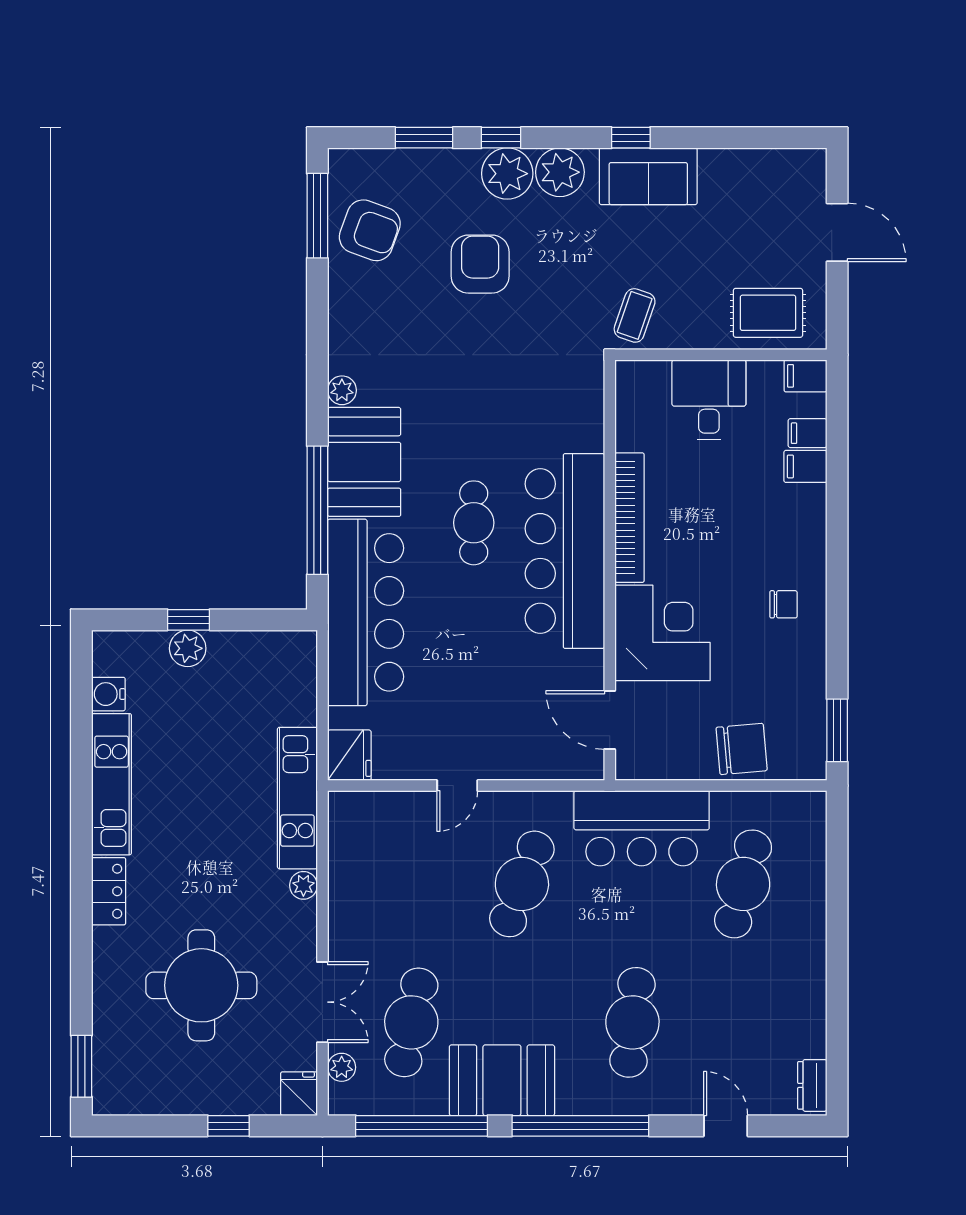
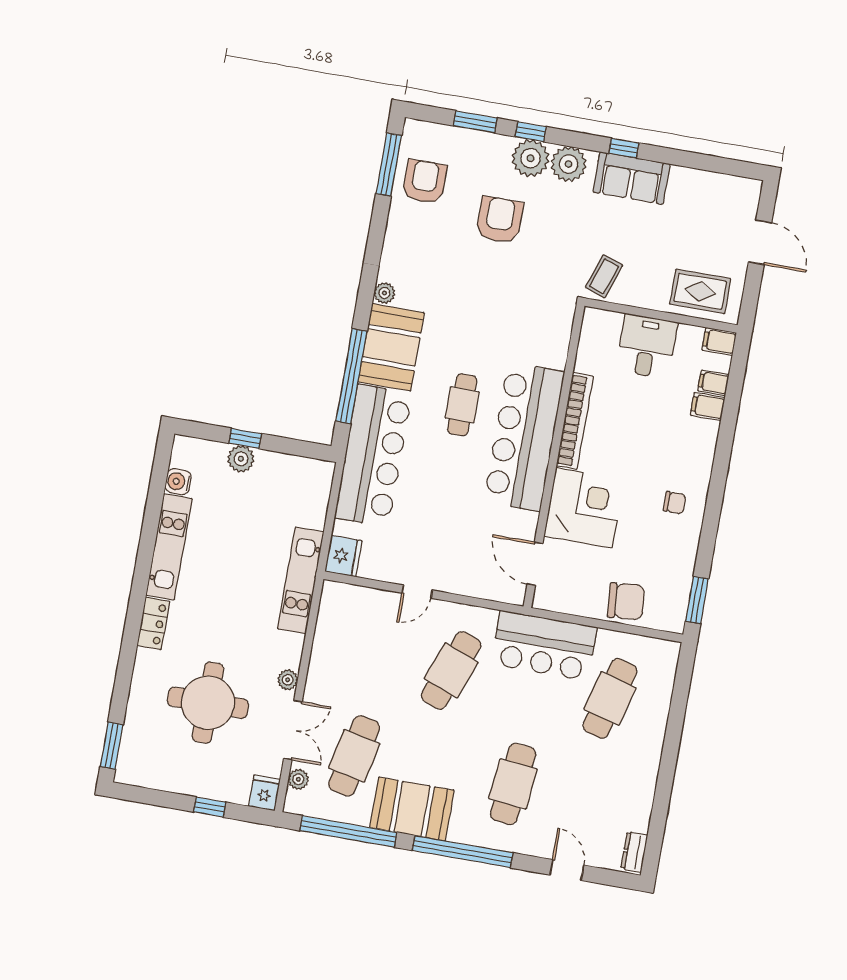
armchair: (370, 230) -> (425, 182), turned -110
plant: (303, 885) -> (288, 680), moved

